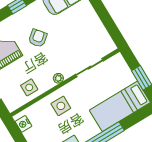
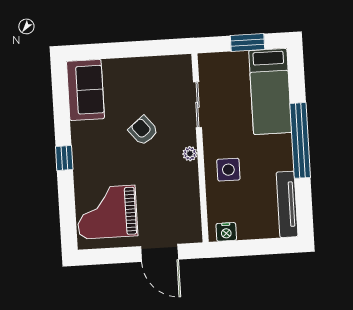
armchair: (38, 38) -> (143, 131), moved
side table: (29, 87) -> (182, 199), removed

